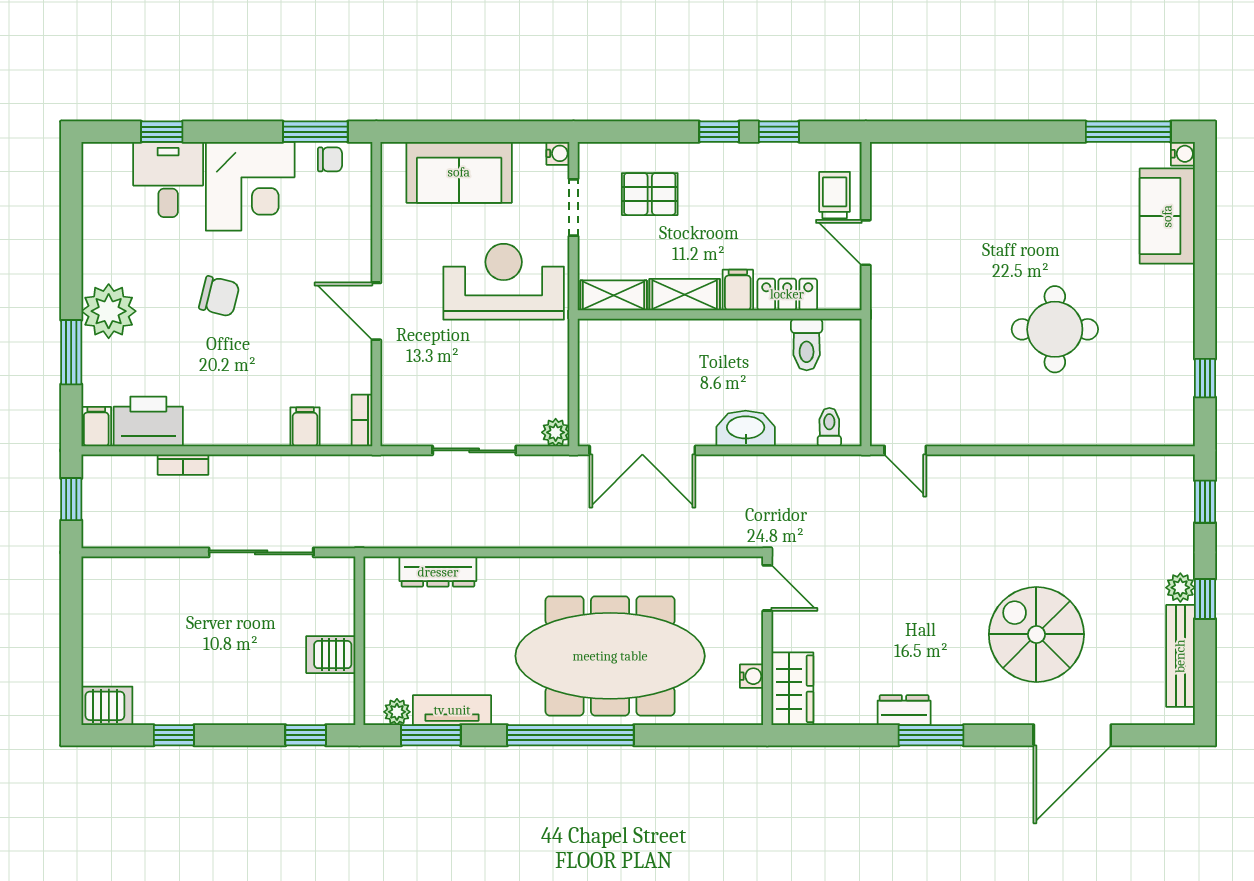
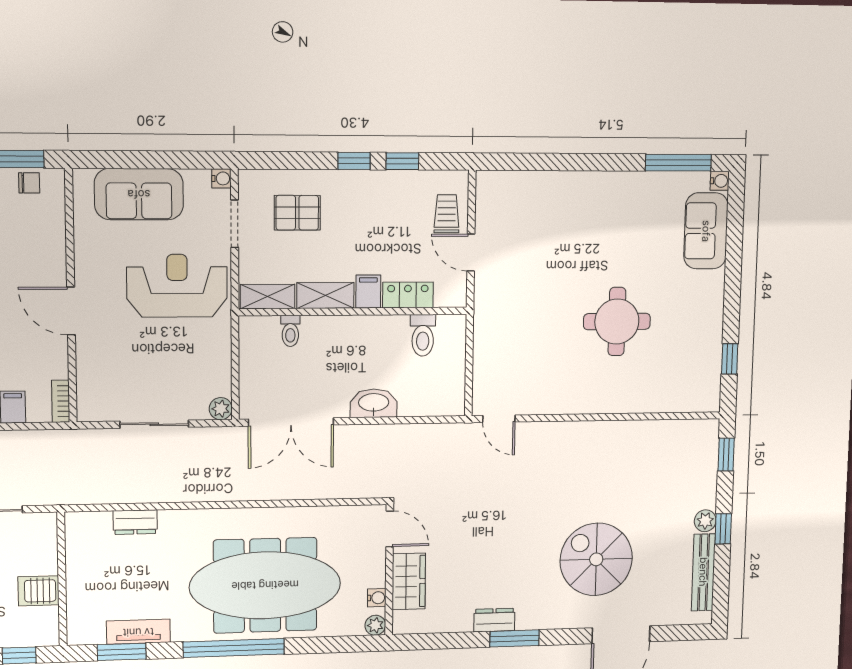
toilet: (829, 427) -> (290, 331), moved, turned 180
dresser: (438, 572) -> (135, 522), width x0.70
wardrobe: (792, 689) -> (409, 581), moved
plant: (397, 712) -> (375, 625), moved

